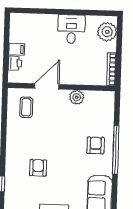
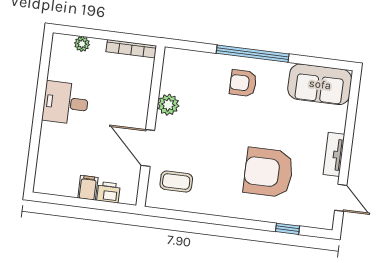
plant: (107, 32) -> (82, 44), width x0.53, depth x0.53
armchair: (38, 168) -> (268, 172), width x1.88, depth x1.88

